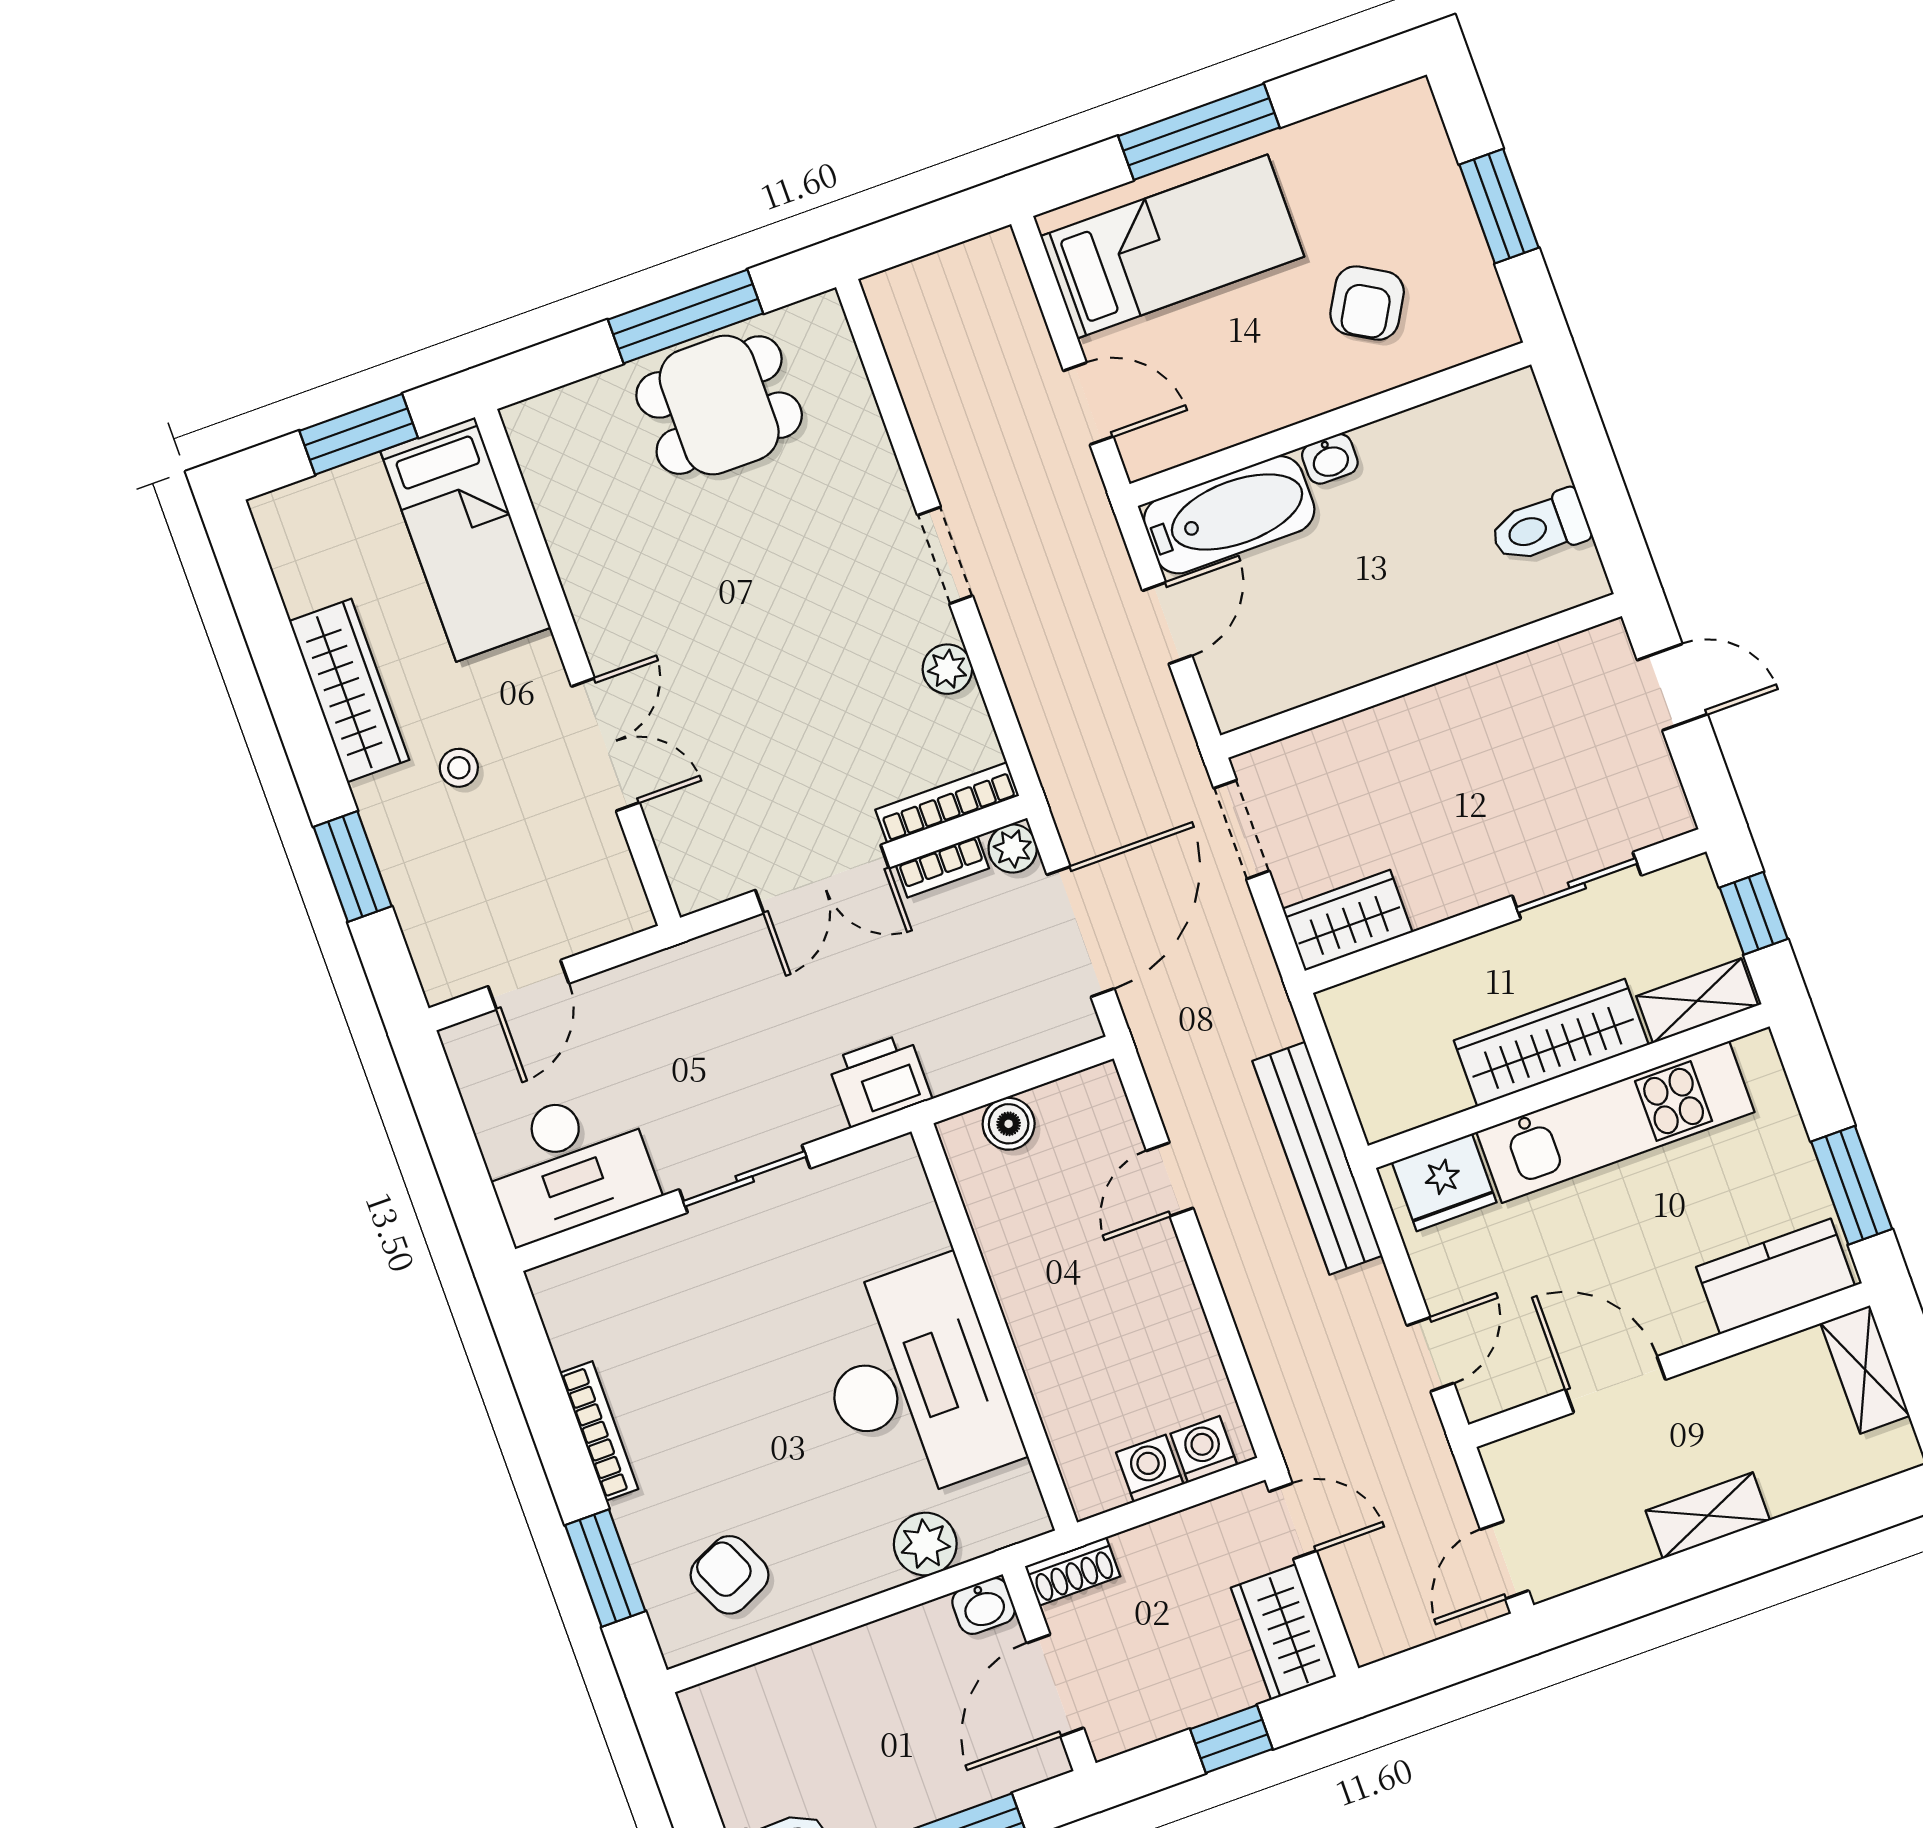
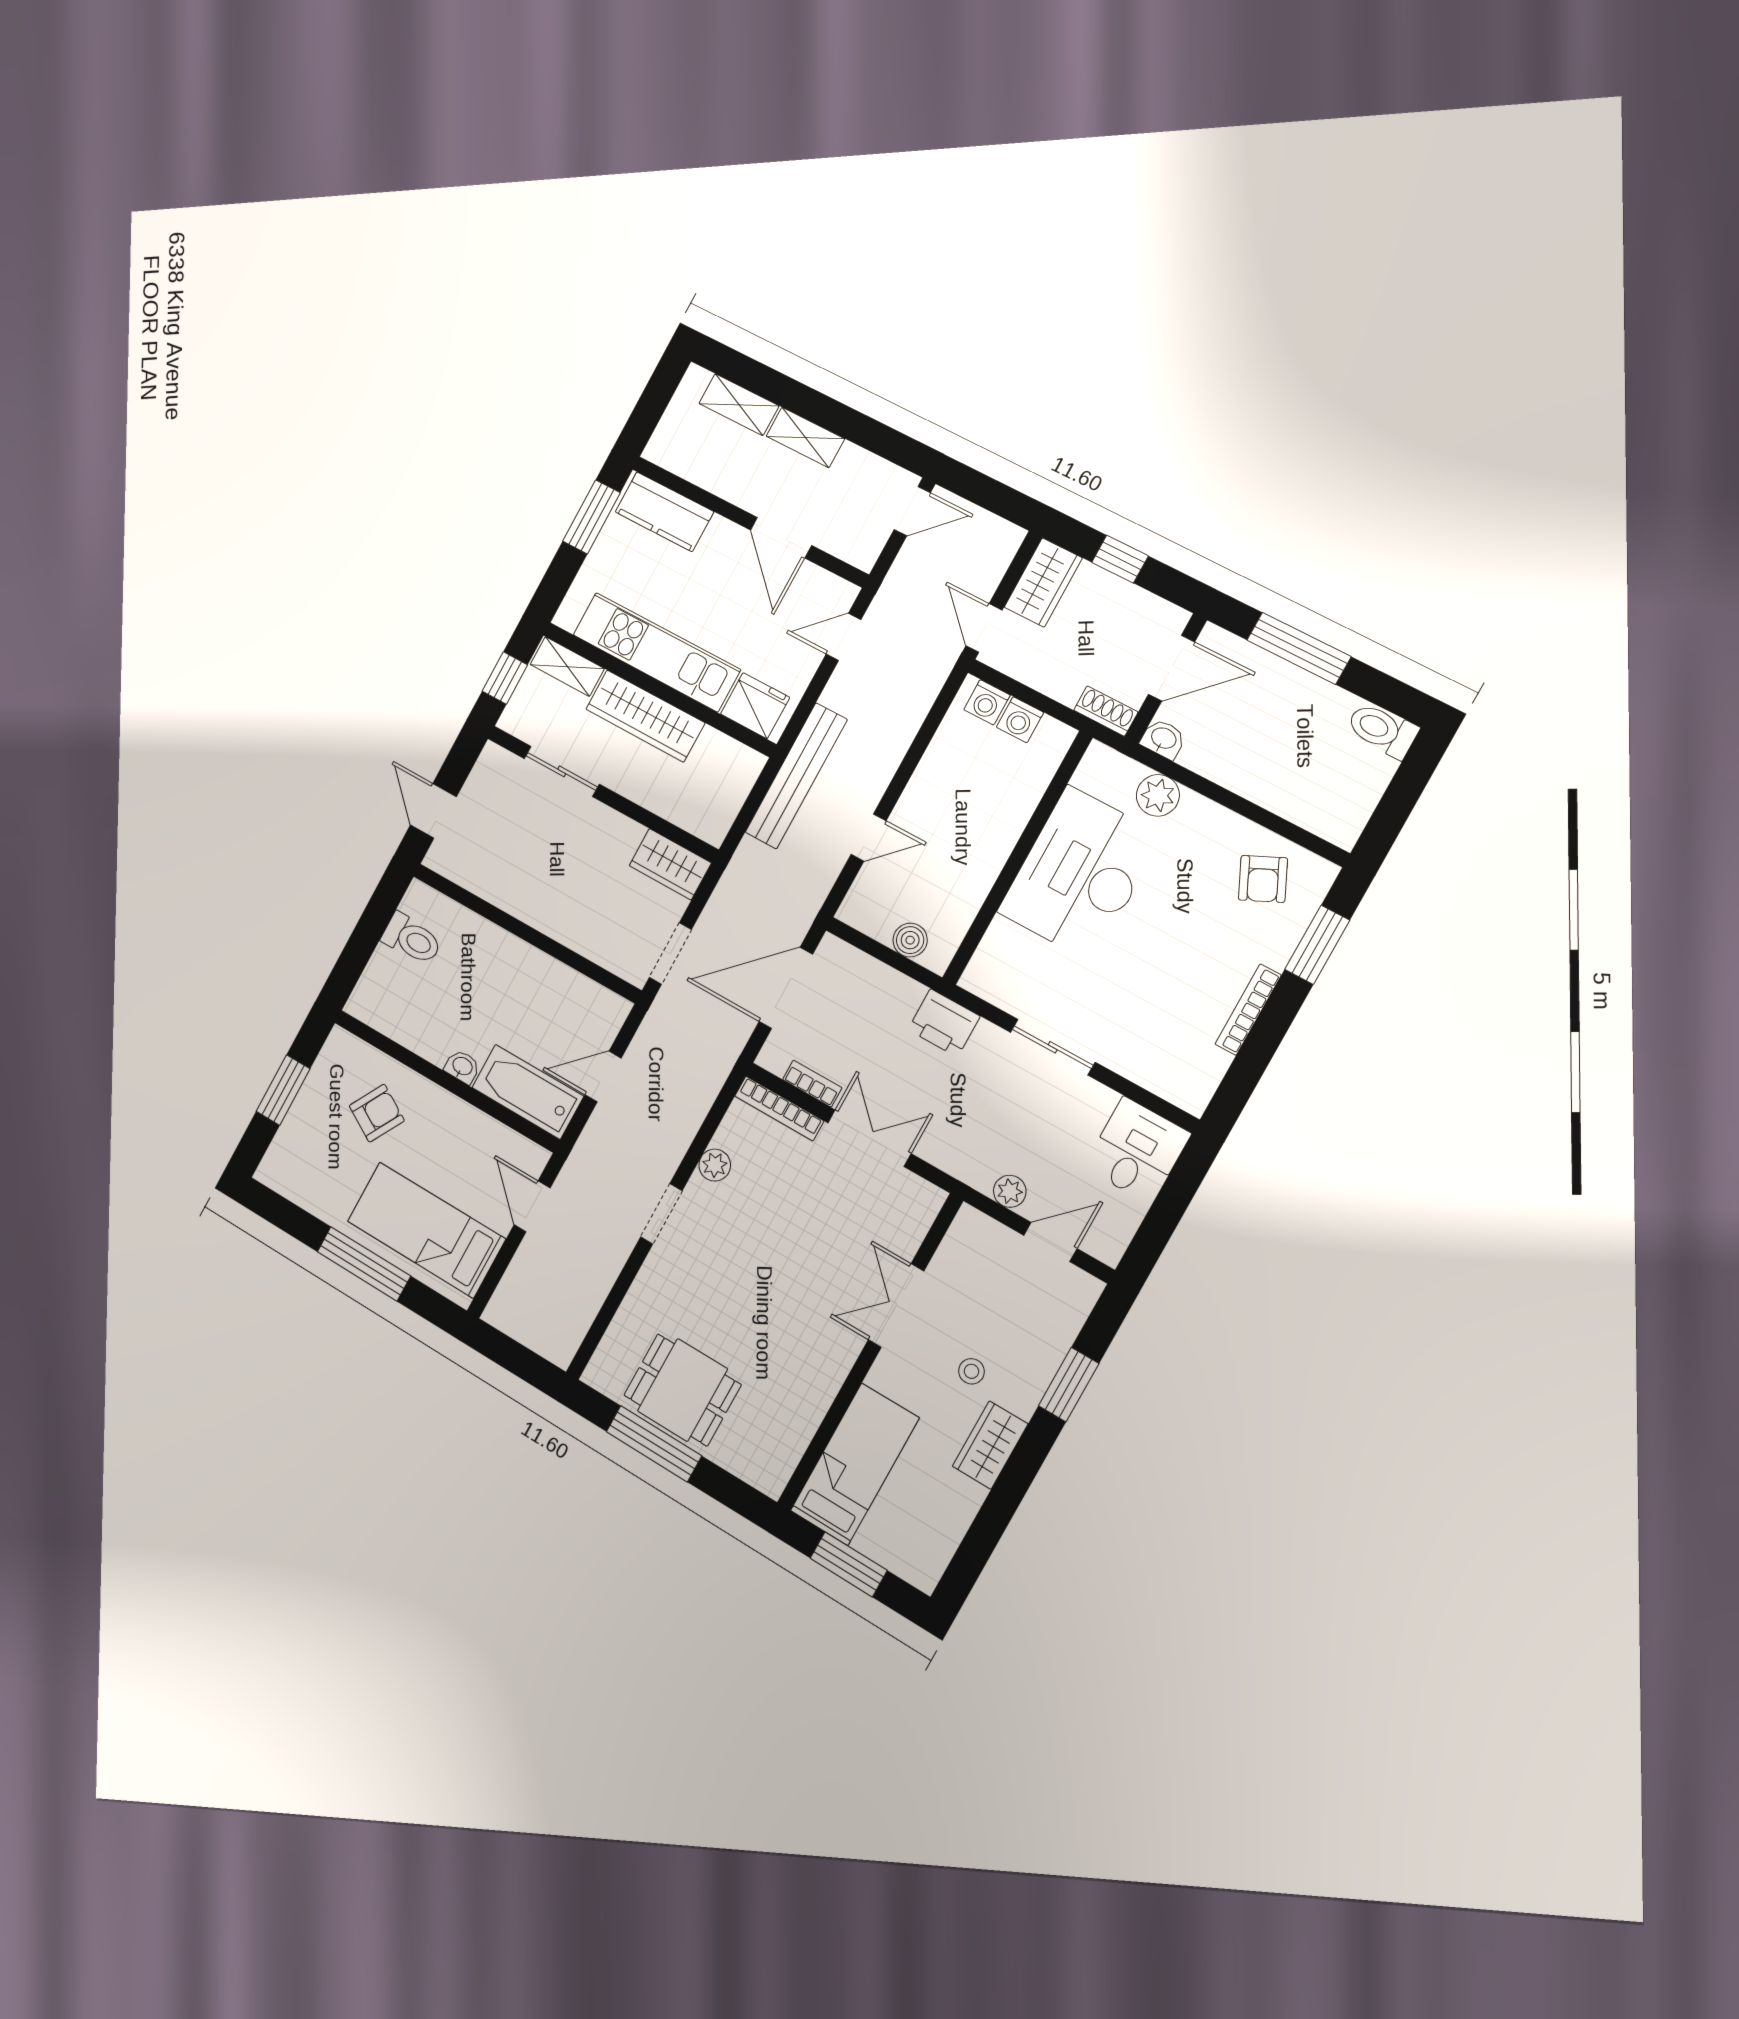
wardrobe: (349, 690) -> (990, 1445), width x0.67
plant: (1013, 849) -> (1010, 1191), moved
desk: (568, 1164) -> (1137, 1150), width x0.73
shelving: (1865, 1370) -> (739, 405), moved, turned 90

